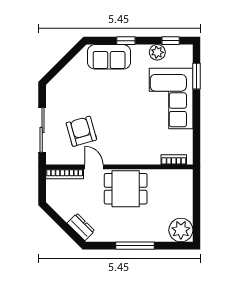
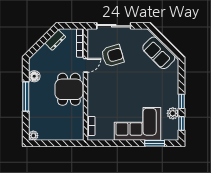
window: (126, 41) -> (182, 101), moved
sofa: (109, 57) -> (159, 53), moved, turned -45
dresser: (81, 227) -> (55, 40), moved
plant: (181, 230) -> (33, 136), width x0.53, depth x0.53
floor lamp: (108, 234) -> (34, 76), added

